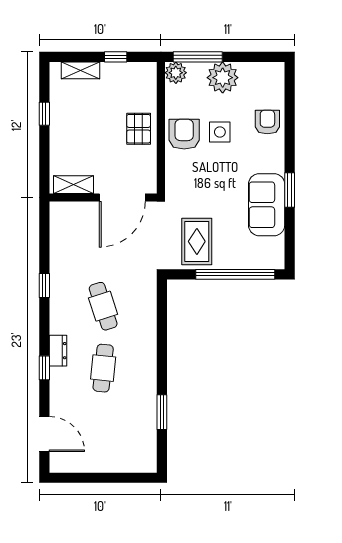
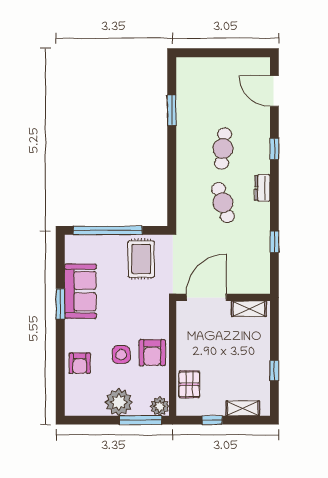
pallet: (139, 129) -> (189, 384), moved
window: (44, 286) -> (274, 242), moved
dresser: (58, 351) -> (262, 188), moved

